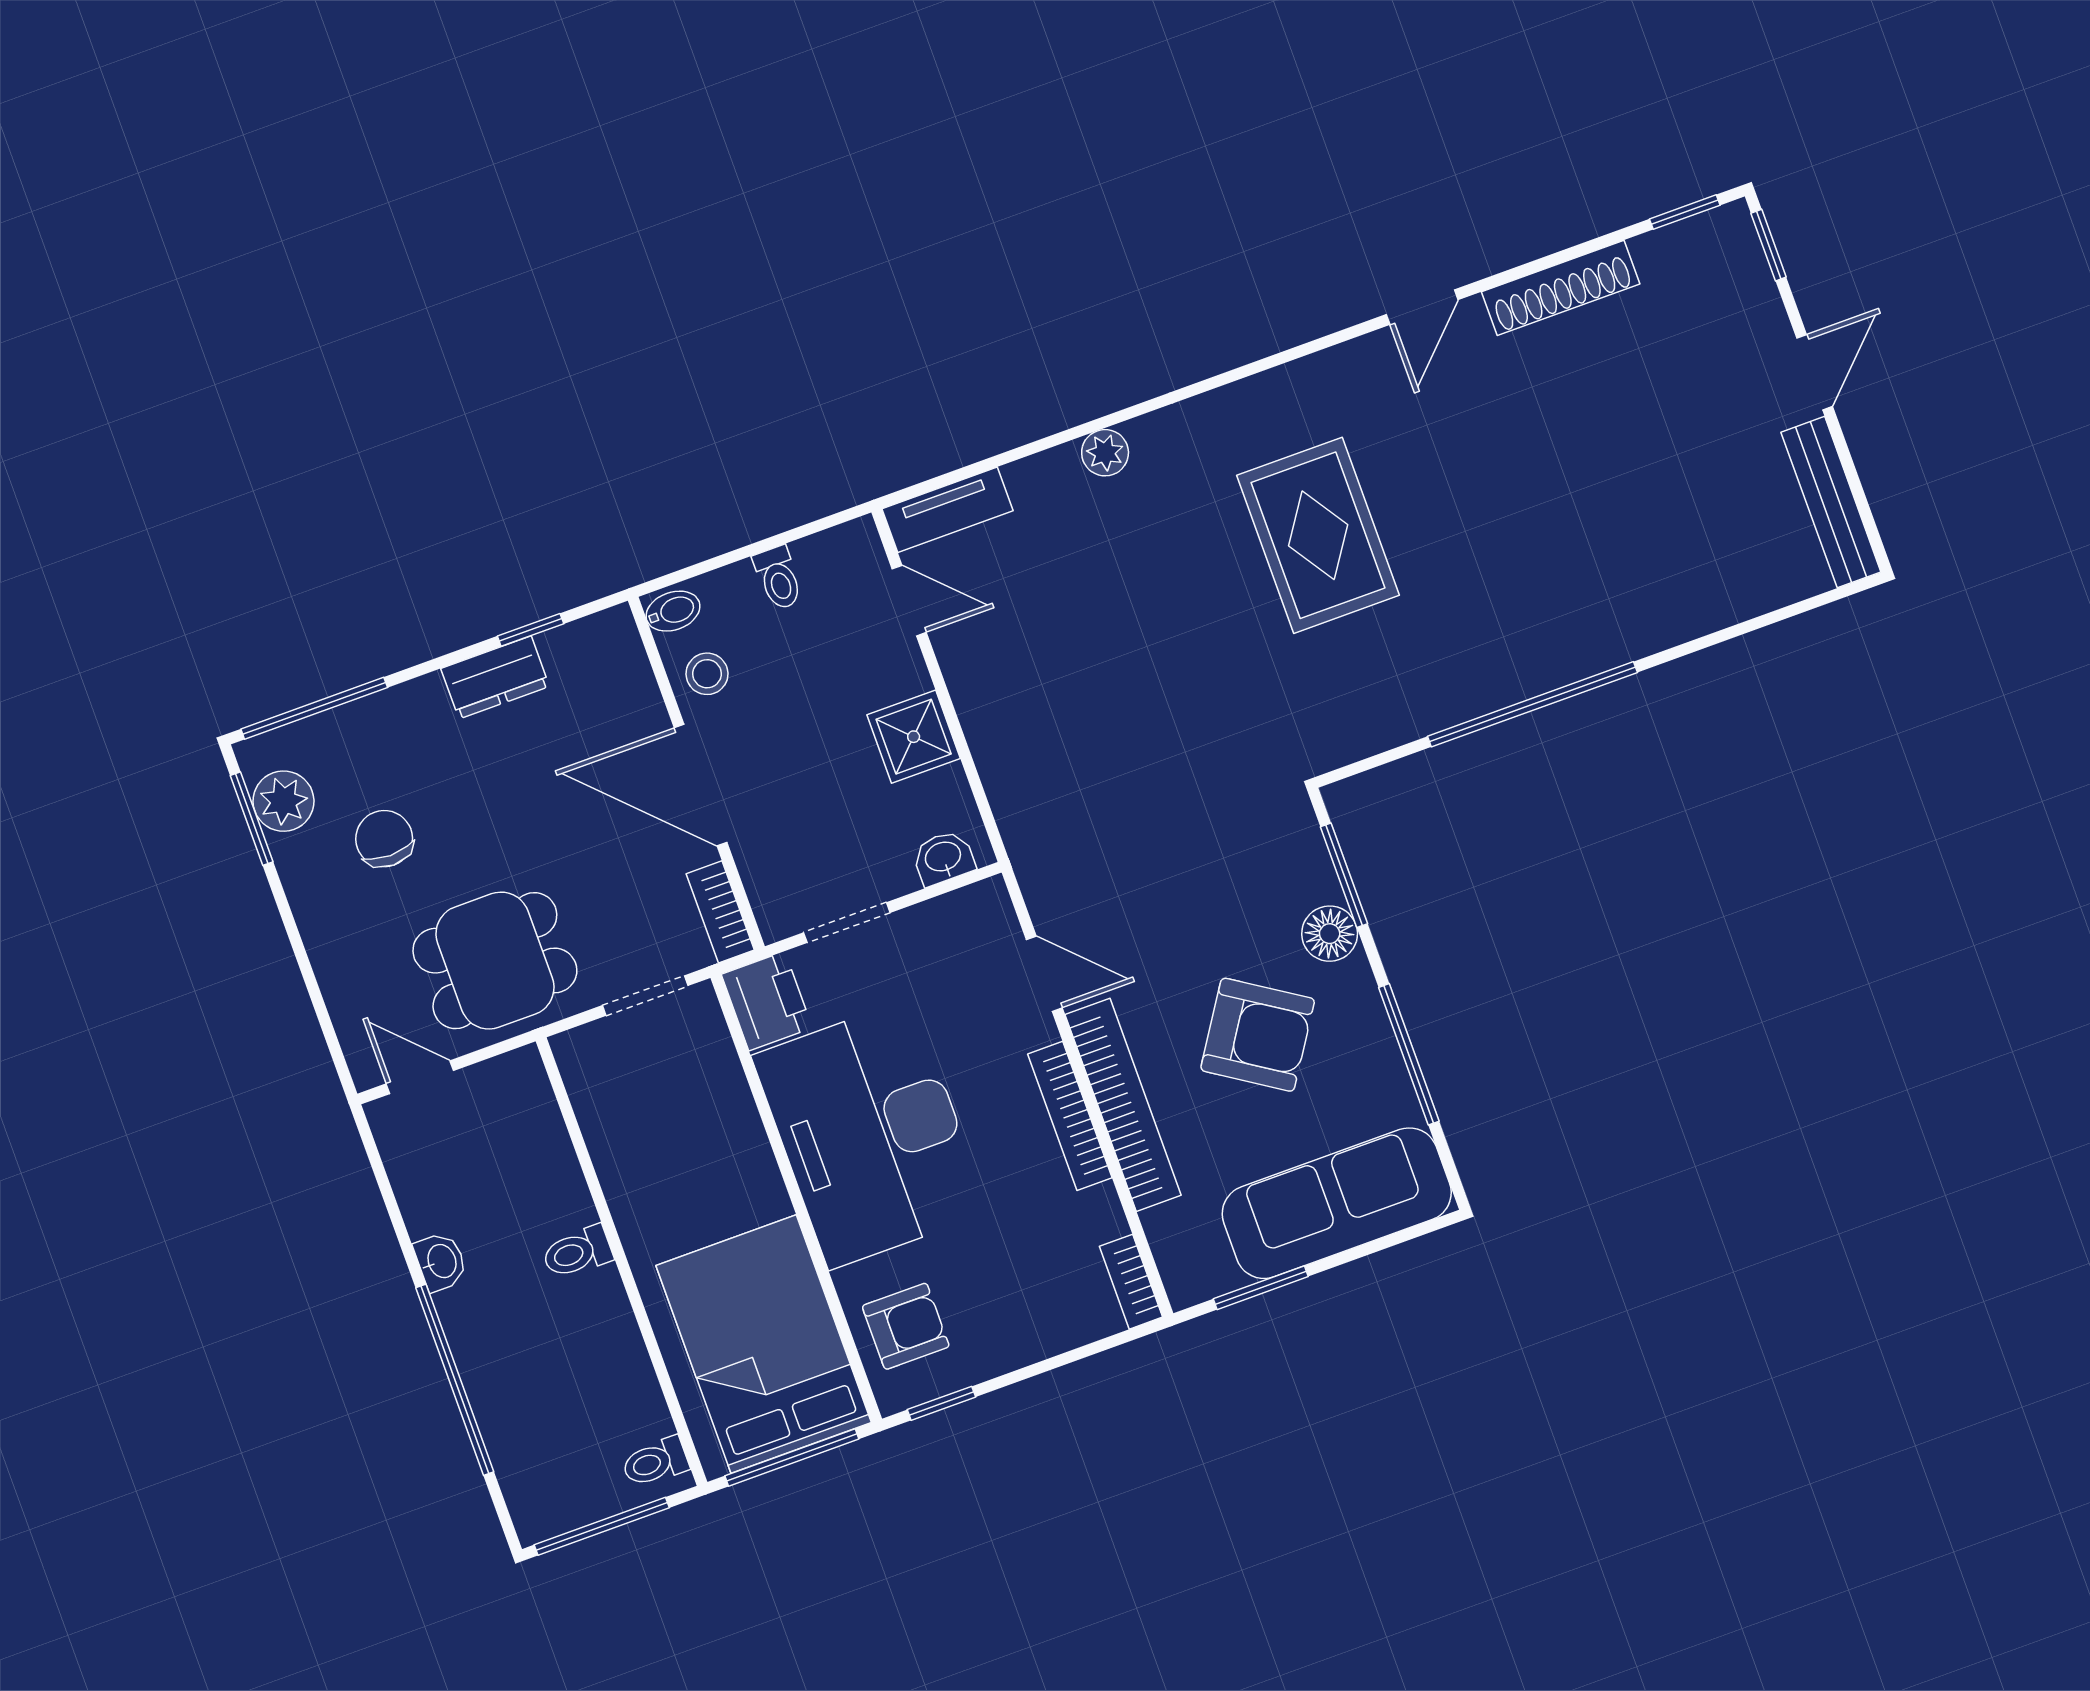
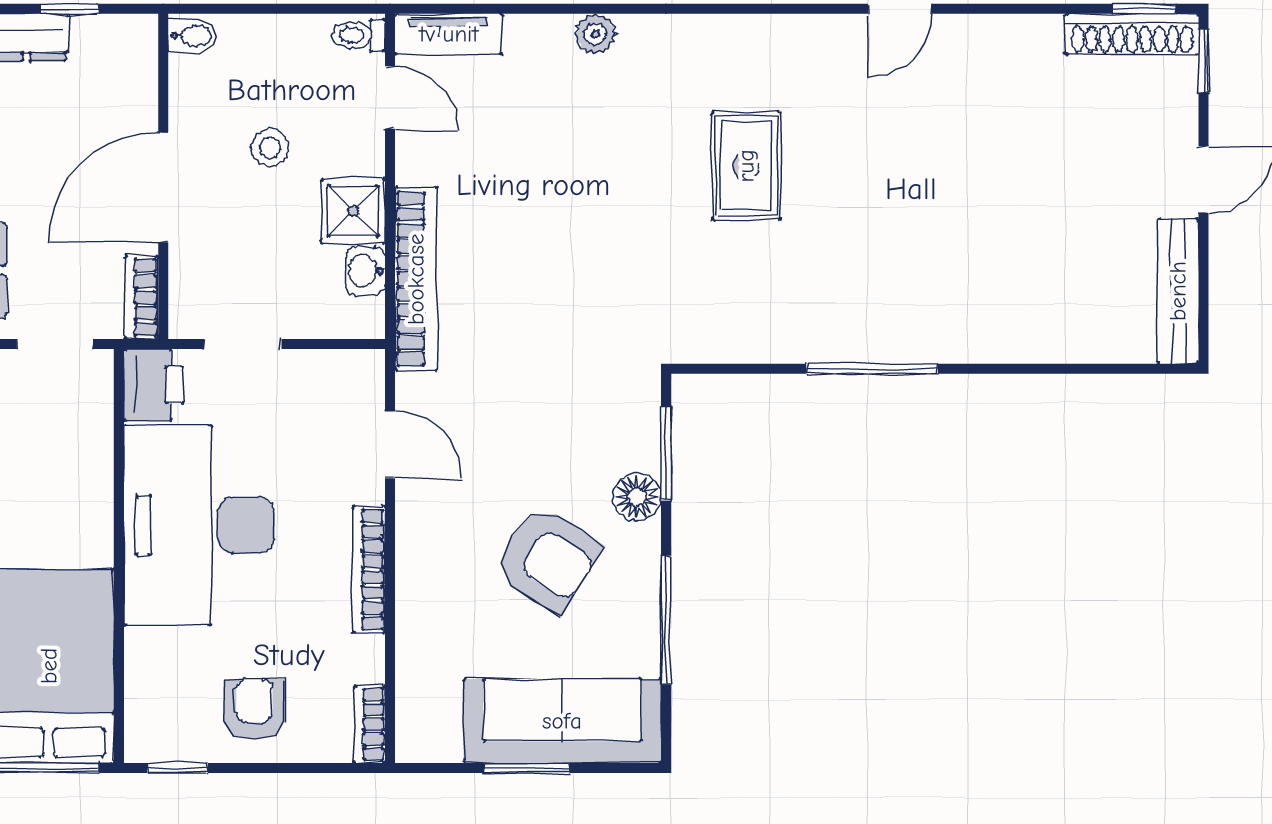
shoe rack: (1561, 288) -> (1132, 34), moved
rug: (1318, 535) -> (746, 166), width x0.73, depth x0.70
toilet: (778, 578) -> (359, 35), moved, turned 90
stool: (707, 674) -> (270, 148), moved
window: (1532, 704) -> (872, 369), width x0.68
door: (701, 785) -> (163, 187), hinge flipped
washbasin: (943, 858) -> (365, 271), moved, turned -90
bookcase: (1123, 1105) -> (416, 279), moved
window: (1261, 1288) -> (527, 768), moved
armchair: (906, 1326) -> (254, 709), moved, turned -90

